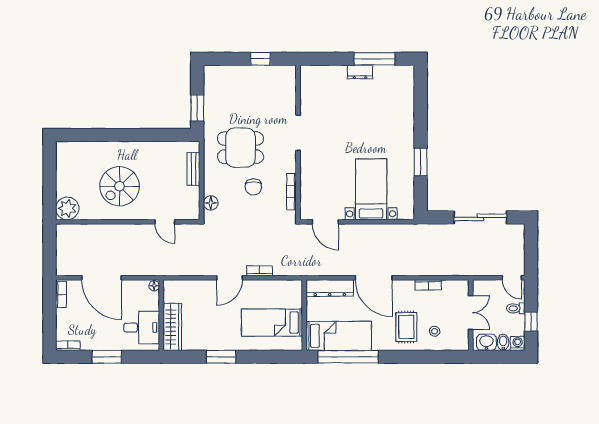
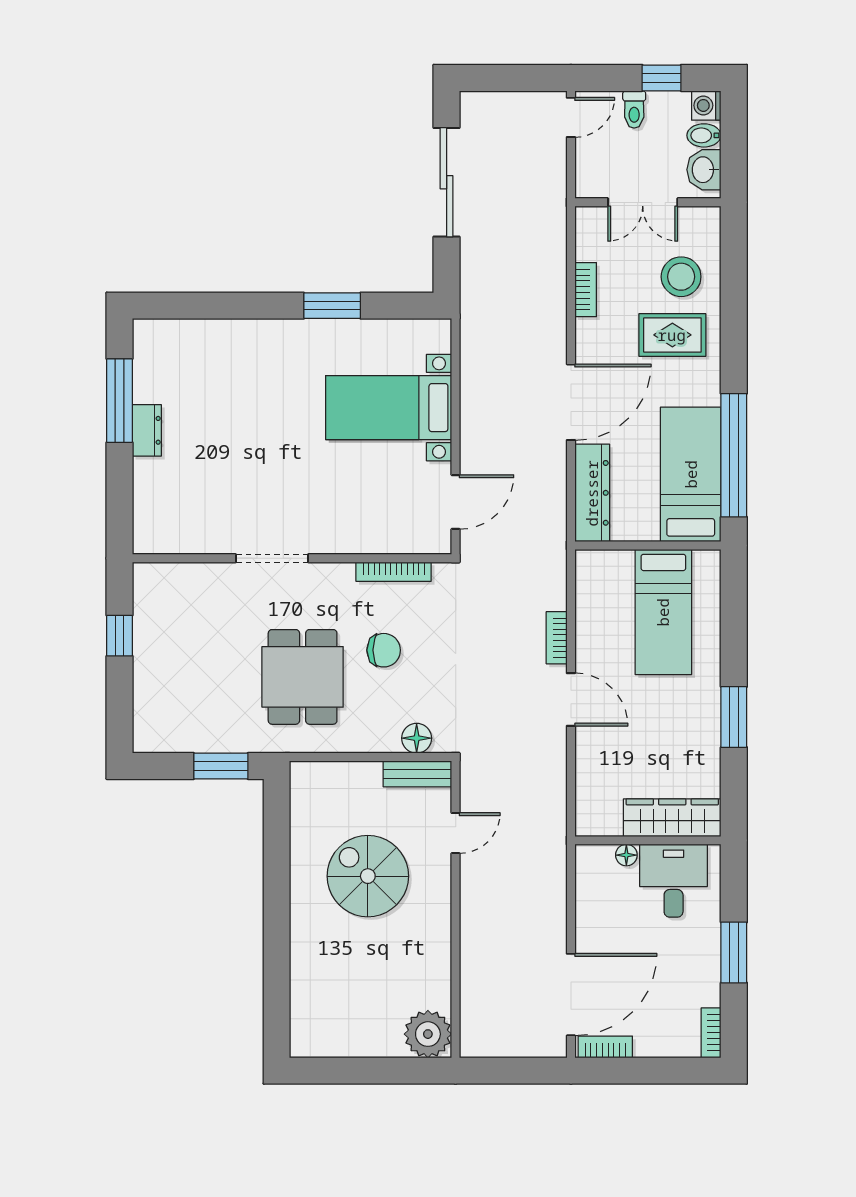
bench: (193, 169) -> (417, 774), moved
spiral stairs: (120, 186) -> (368, 876), moved, turned 180
door: (102, 278) -> (571, 995), moved
floor lamp: (154, 286) -> (626, 855), moved
double door: (471, 313) -> (643, 202), swing flipped
stool: (435, 331) -> (681, 277), width x1.89, depth x1.89

